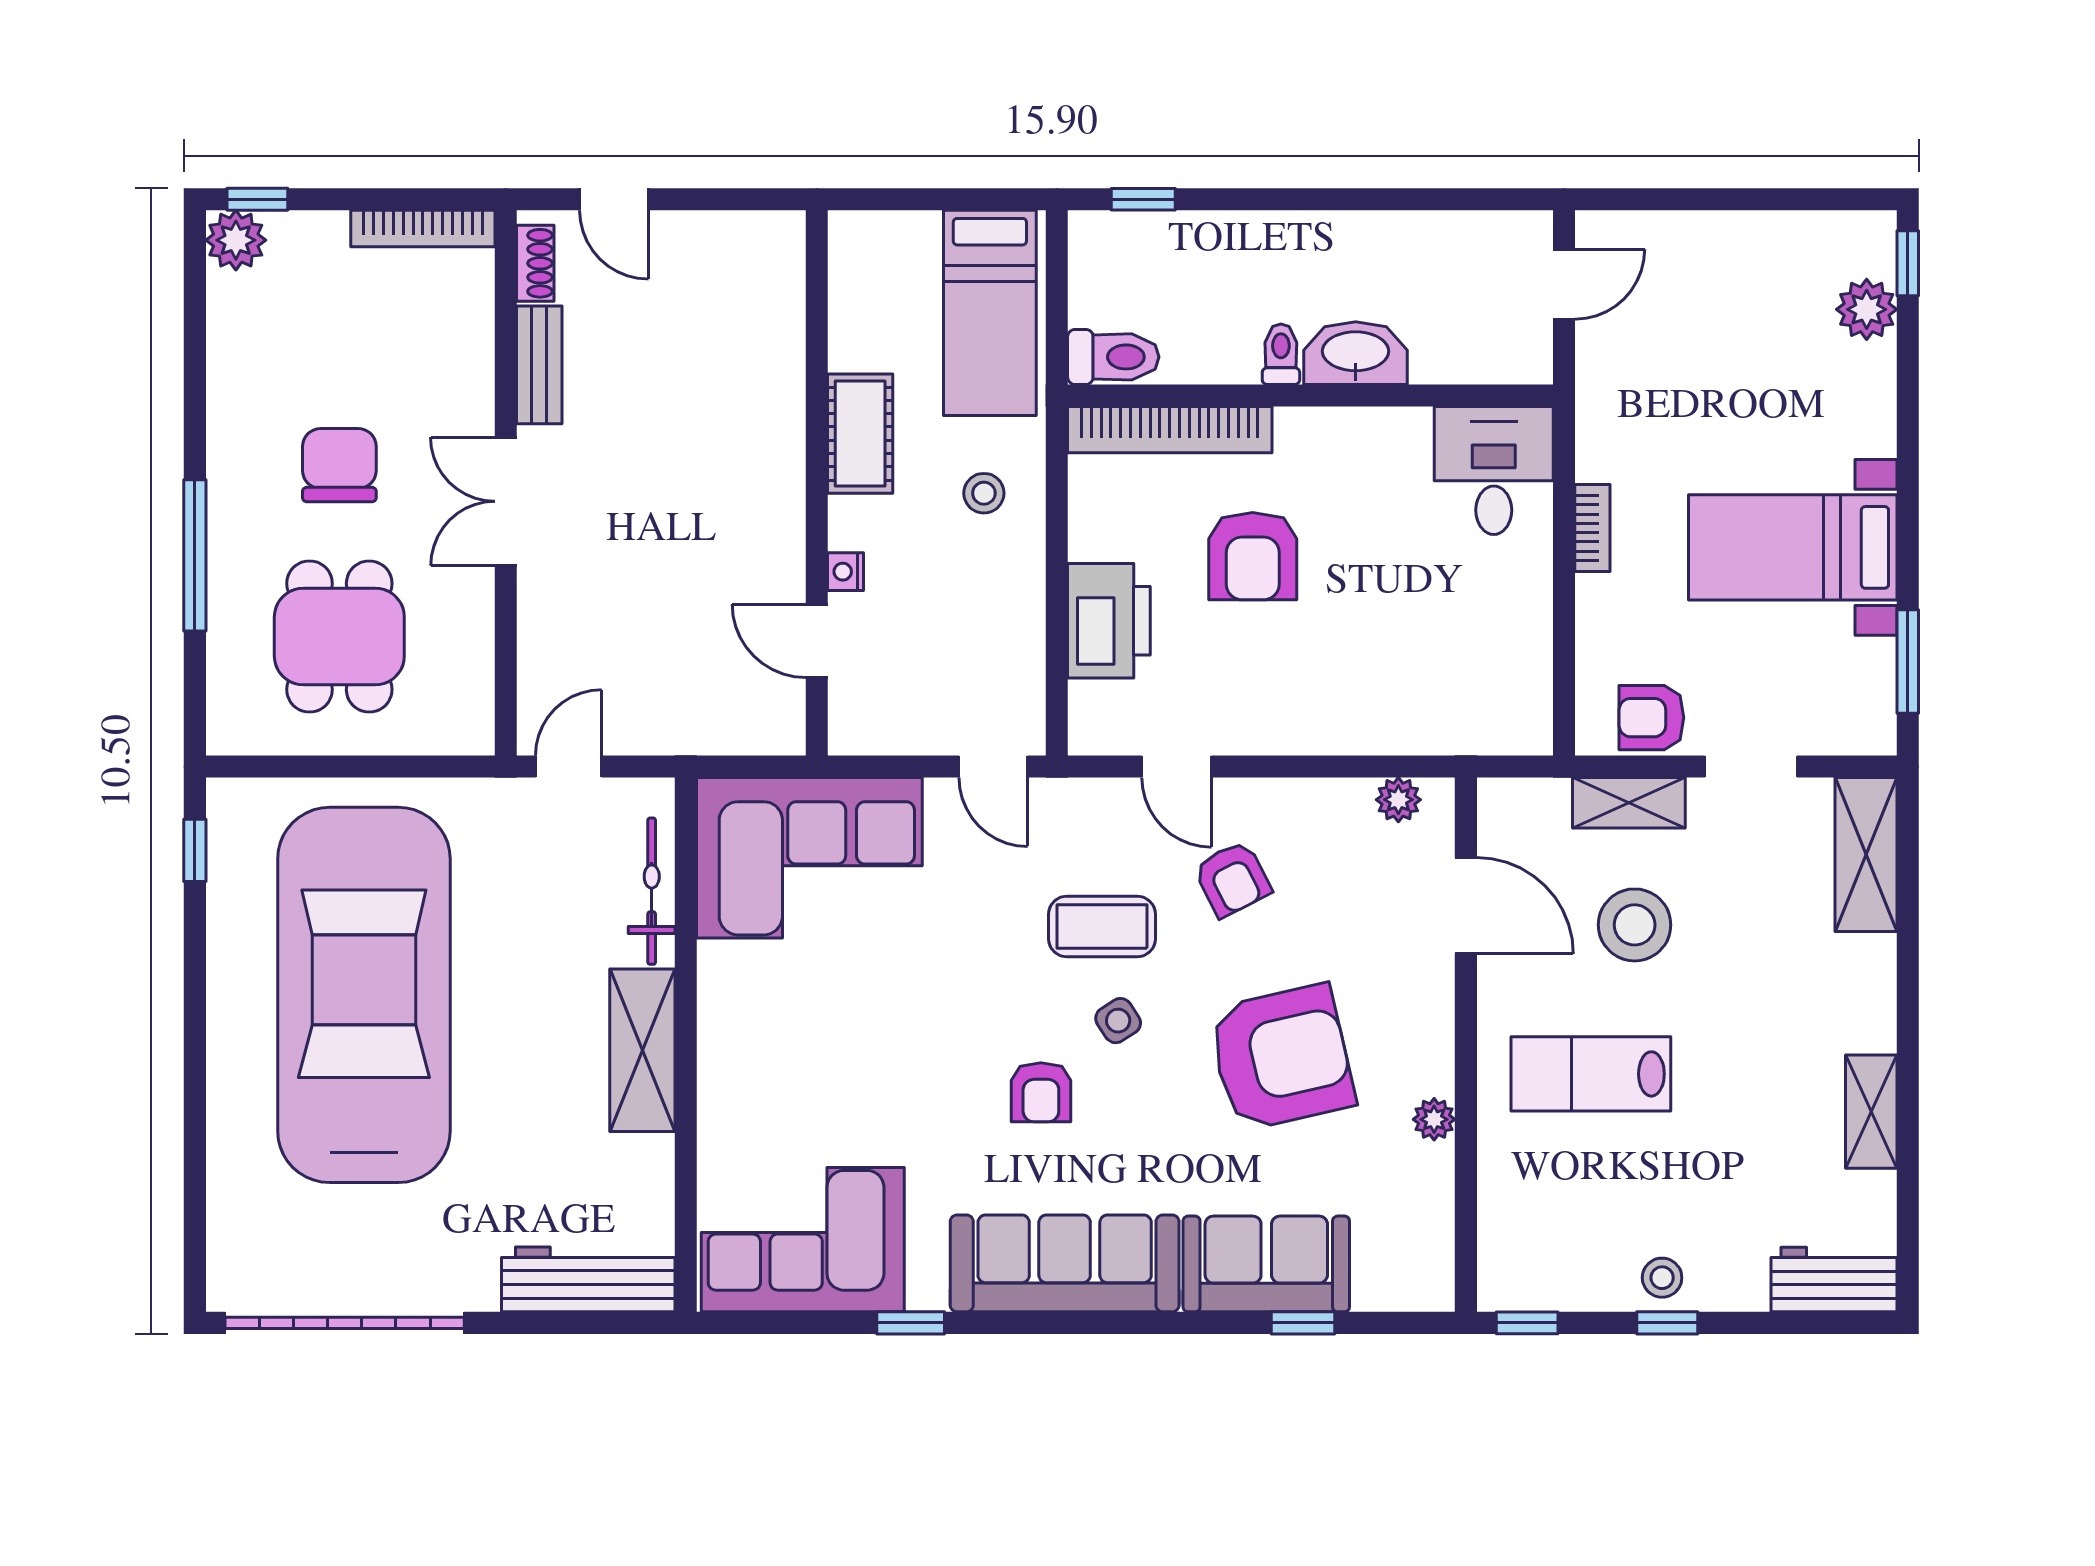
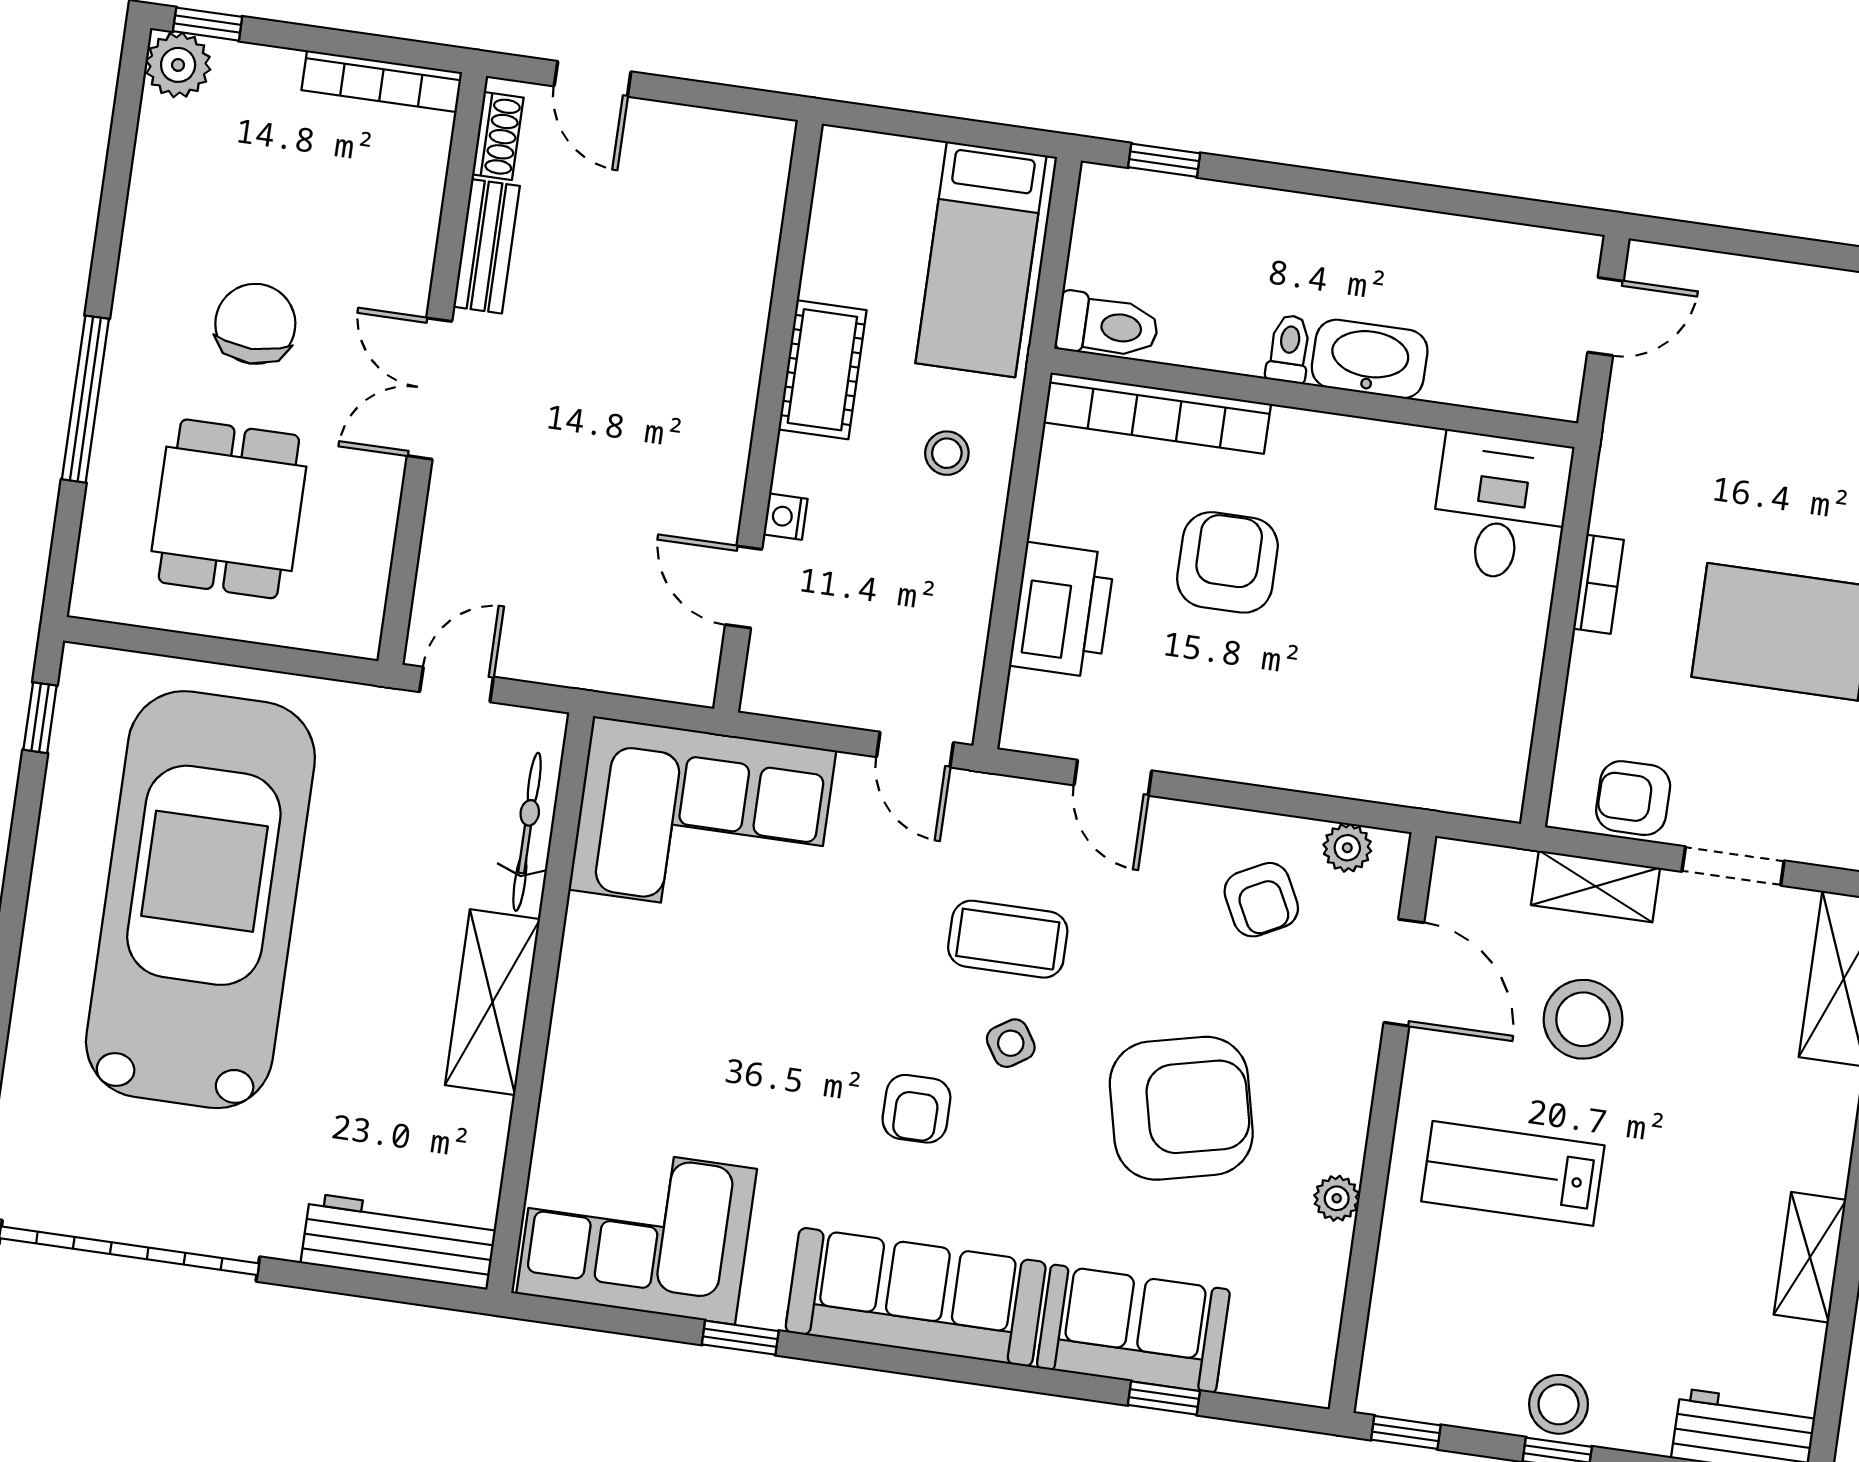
armchair: (1253, 556) -> (1227, 562), turned 180
armchair: (1232, 879) -> (1261, 900), moved
stool: (1662, 1278) -> (1559, 1404), width x1.37, depth x1.37

